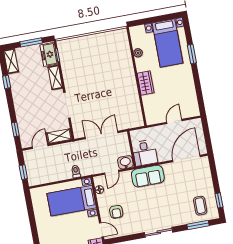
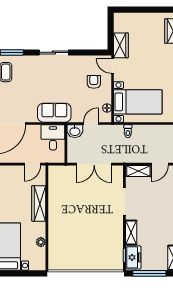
window: (31, 42) -> (149, 273), width x1.44
wardrobe: (146, 83) -> (39, 203), width x1.50
door: (174, 121) -> (32, 164), moved

